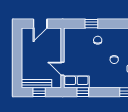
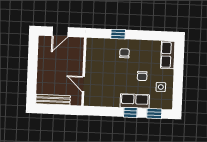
row of seats: (76, 82) -> (135, 101), moved
window: (39, 92) -> (56, 109), removed
window: (83, 92) -> (130, 112), moved

